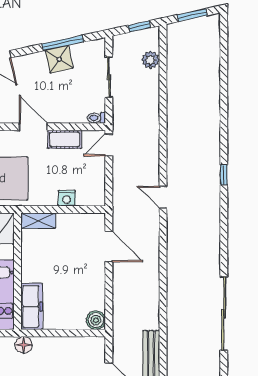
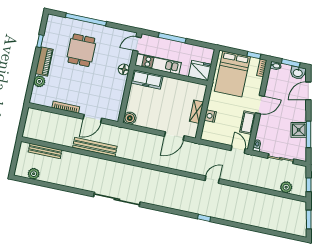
door: (163, 197) -> (212, 180), moved
shelving: (38, 221) -> (196, 112), moved

